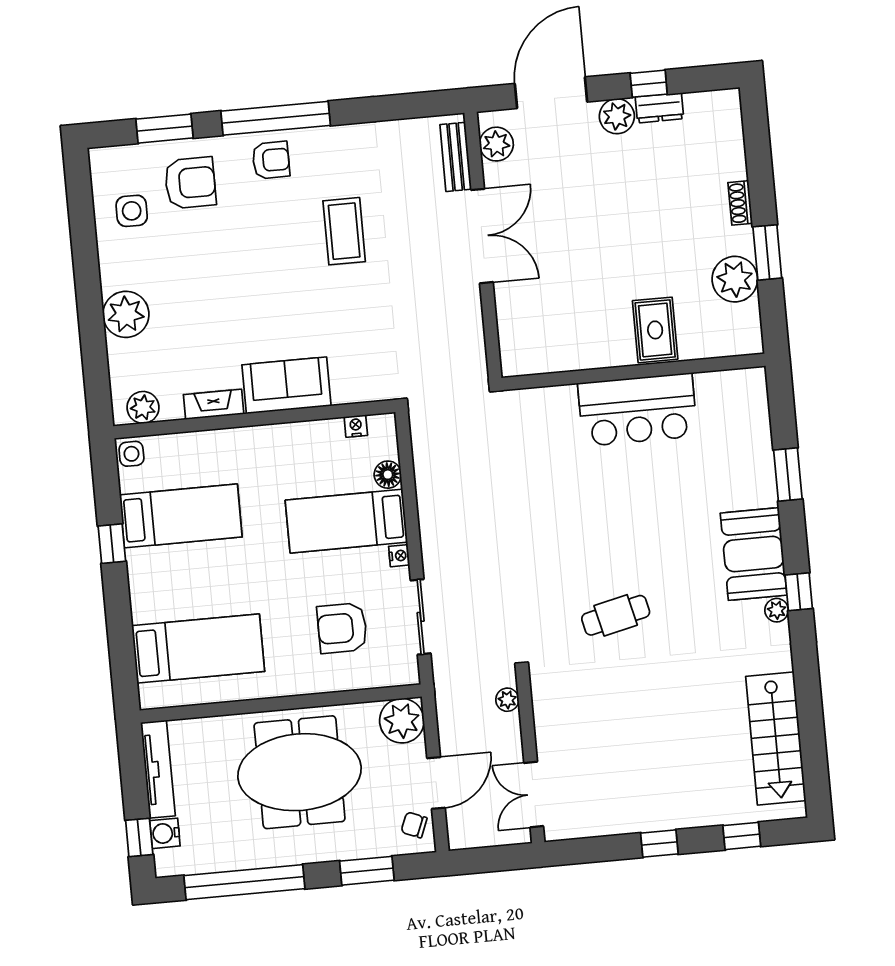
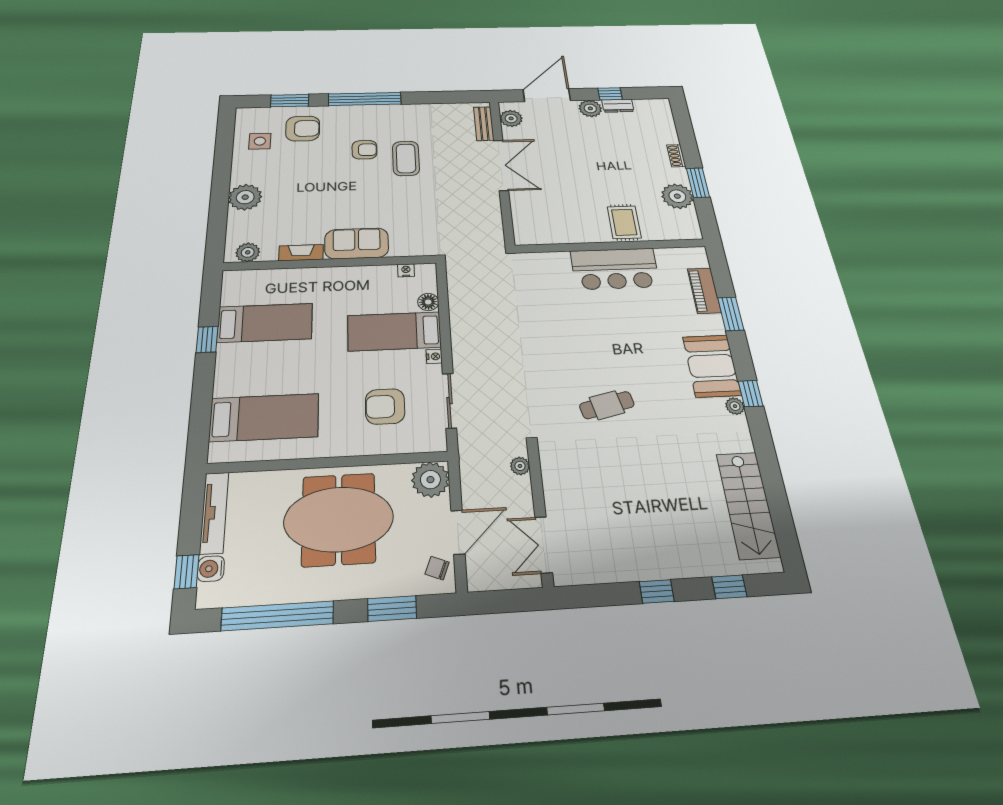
armchair: (271, 160) -> (364, 150), moved
piano: (756, 439) -> (704, 291), added
side table: (131, 454) -> (234, 281), removed

